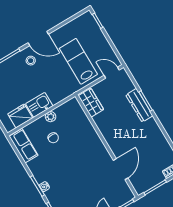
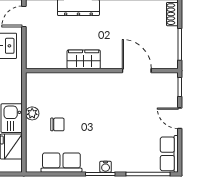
wardrobe: (91, 103) -> (84, 59), moved
row of seats: (24, 146) -> (61, 163), moved

